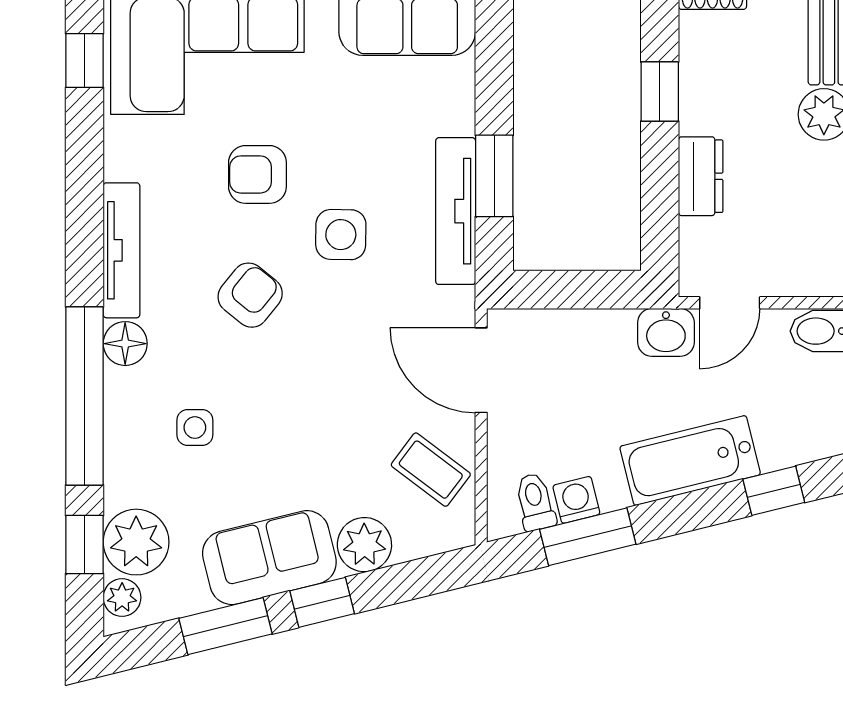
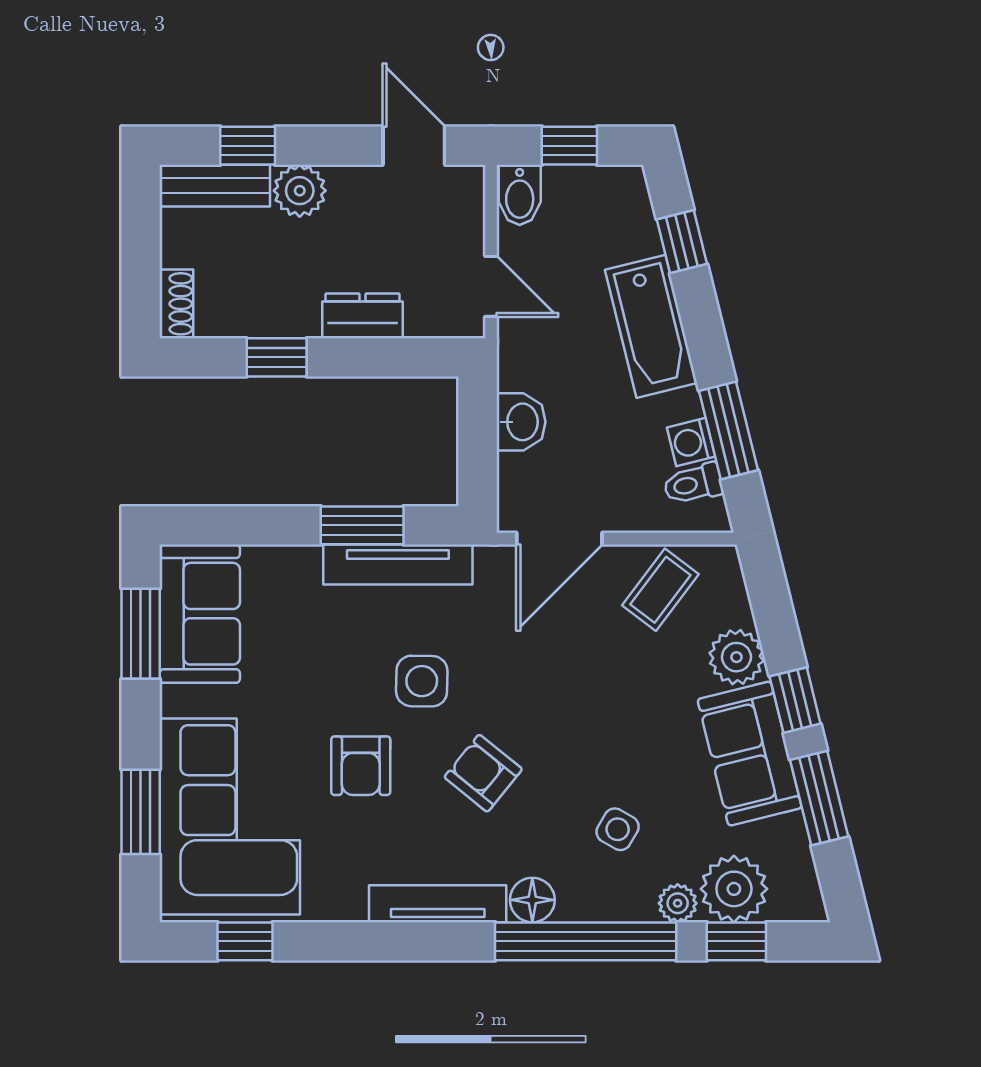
washbasin: (666, 332) -> (521, 422), moved
side table: (195, 428) -> (618, 829), turned 30
plant: (122, 598) -> (678, 903), moved

